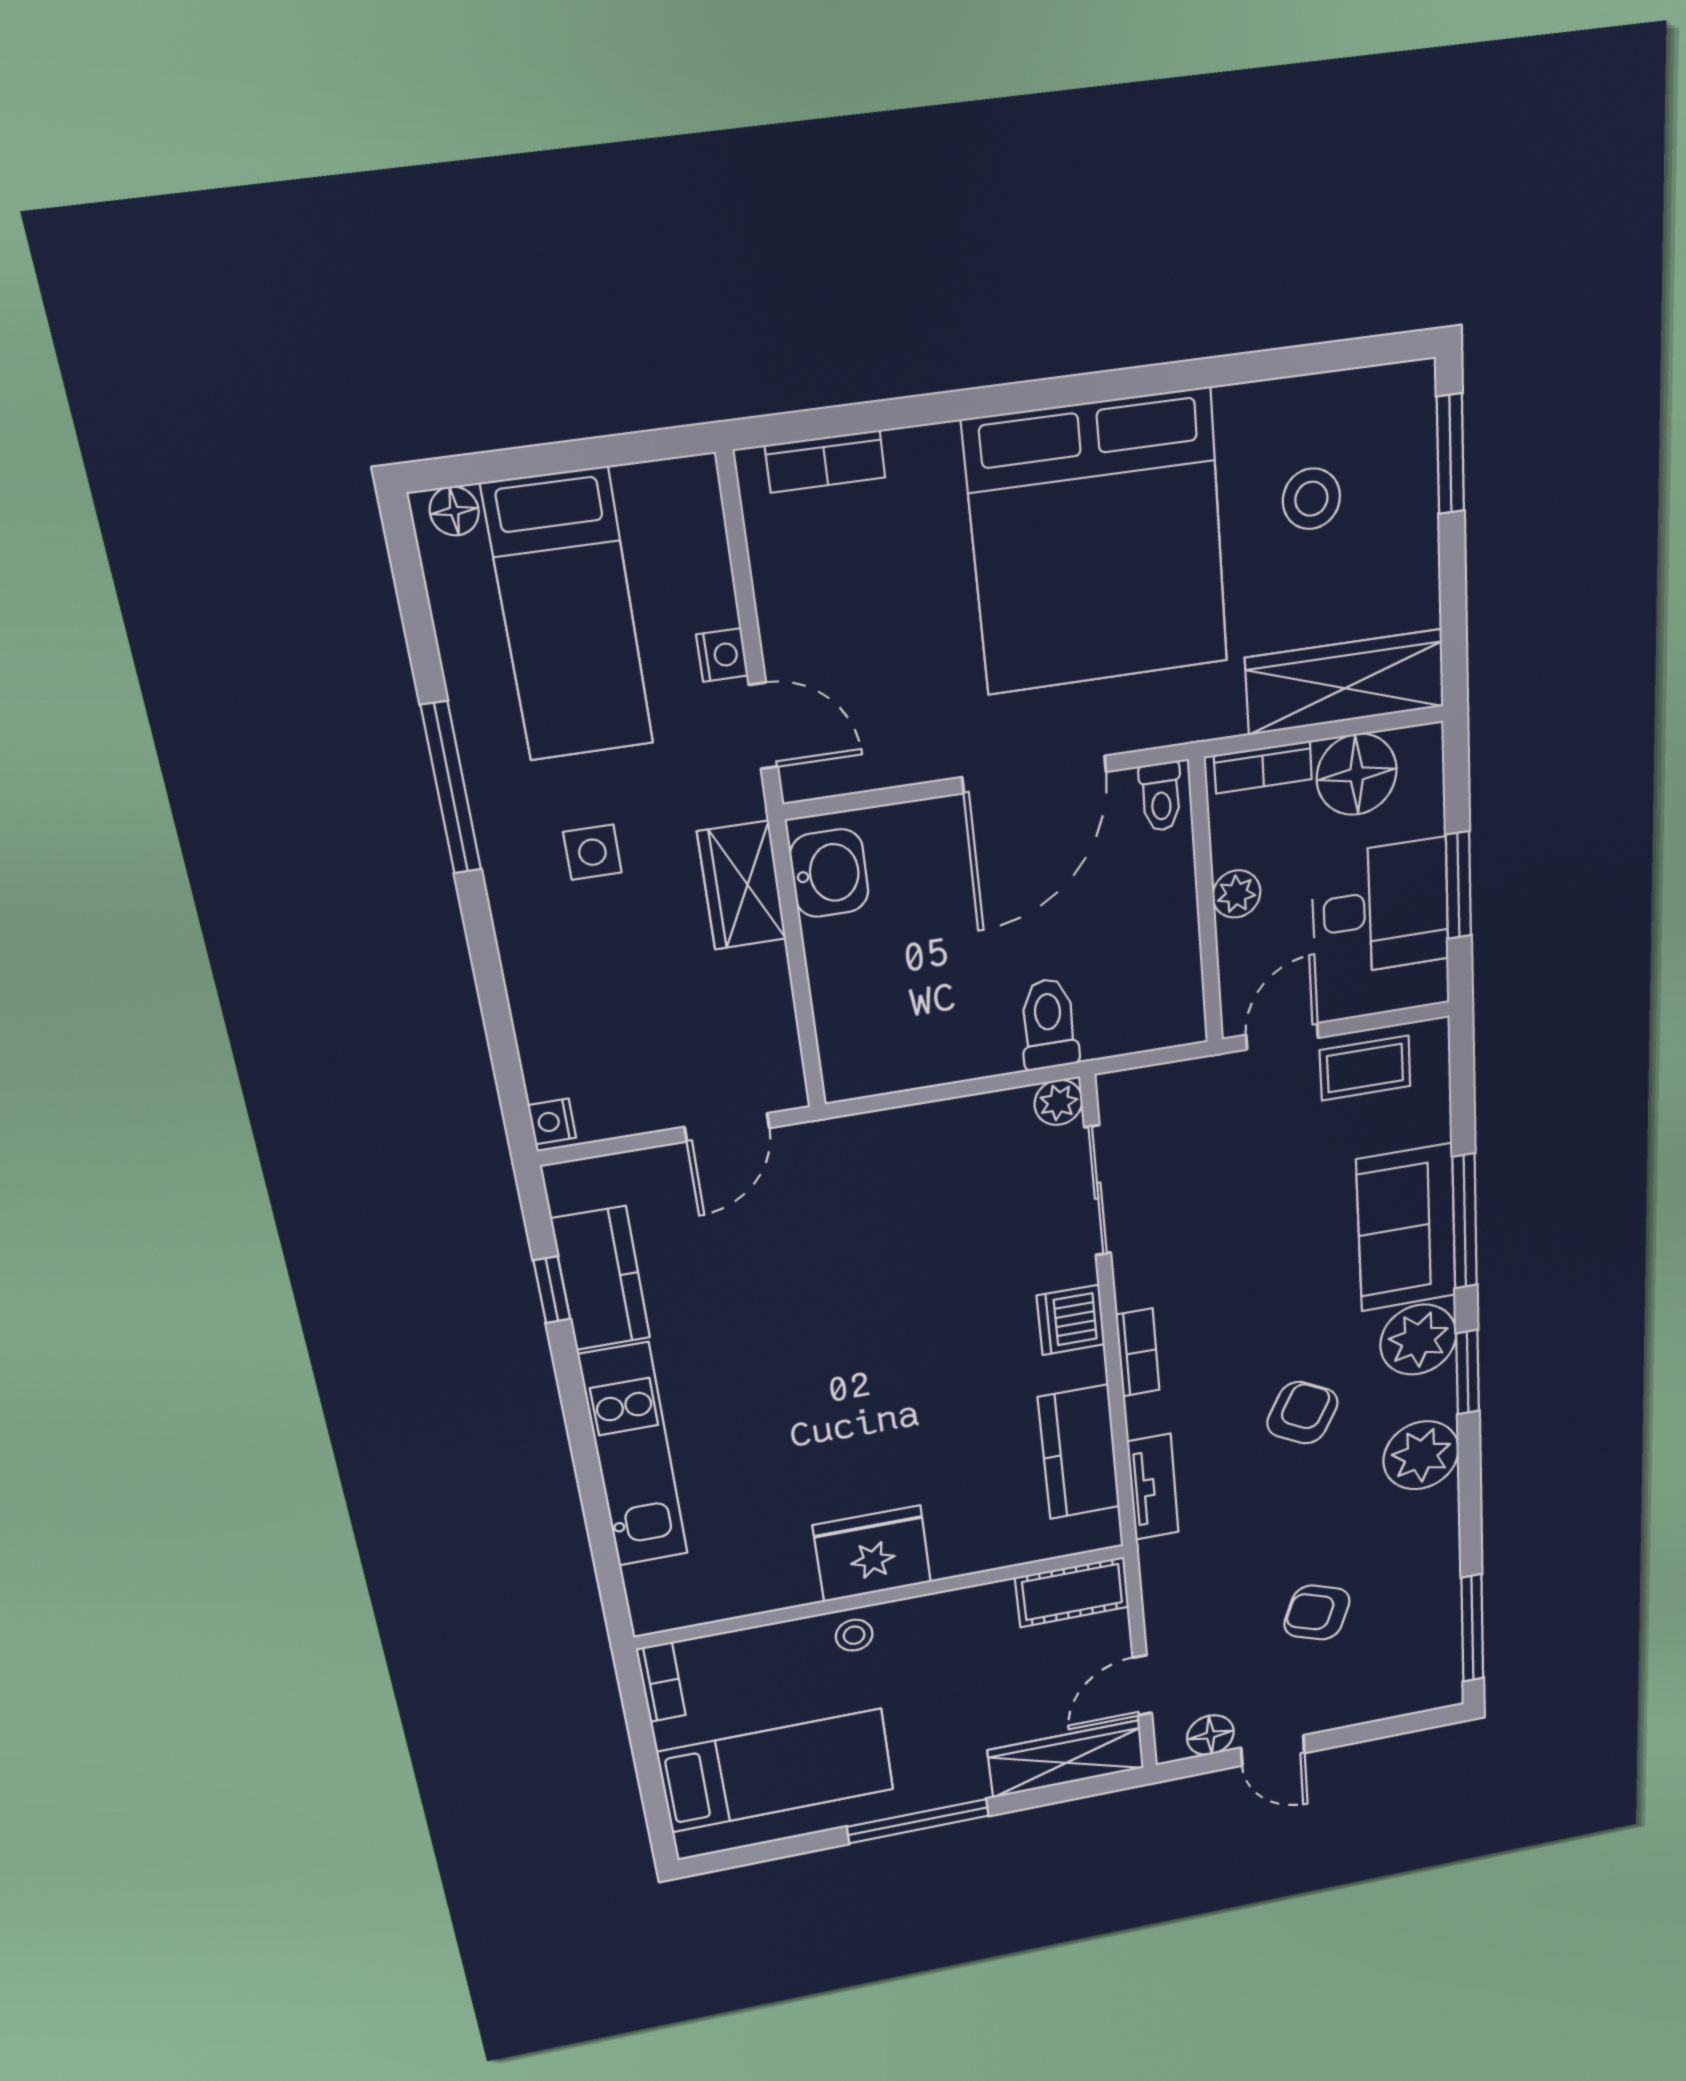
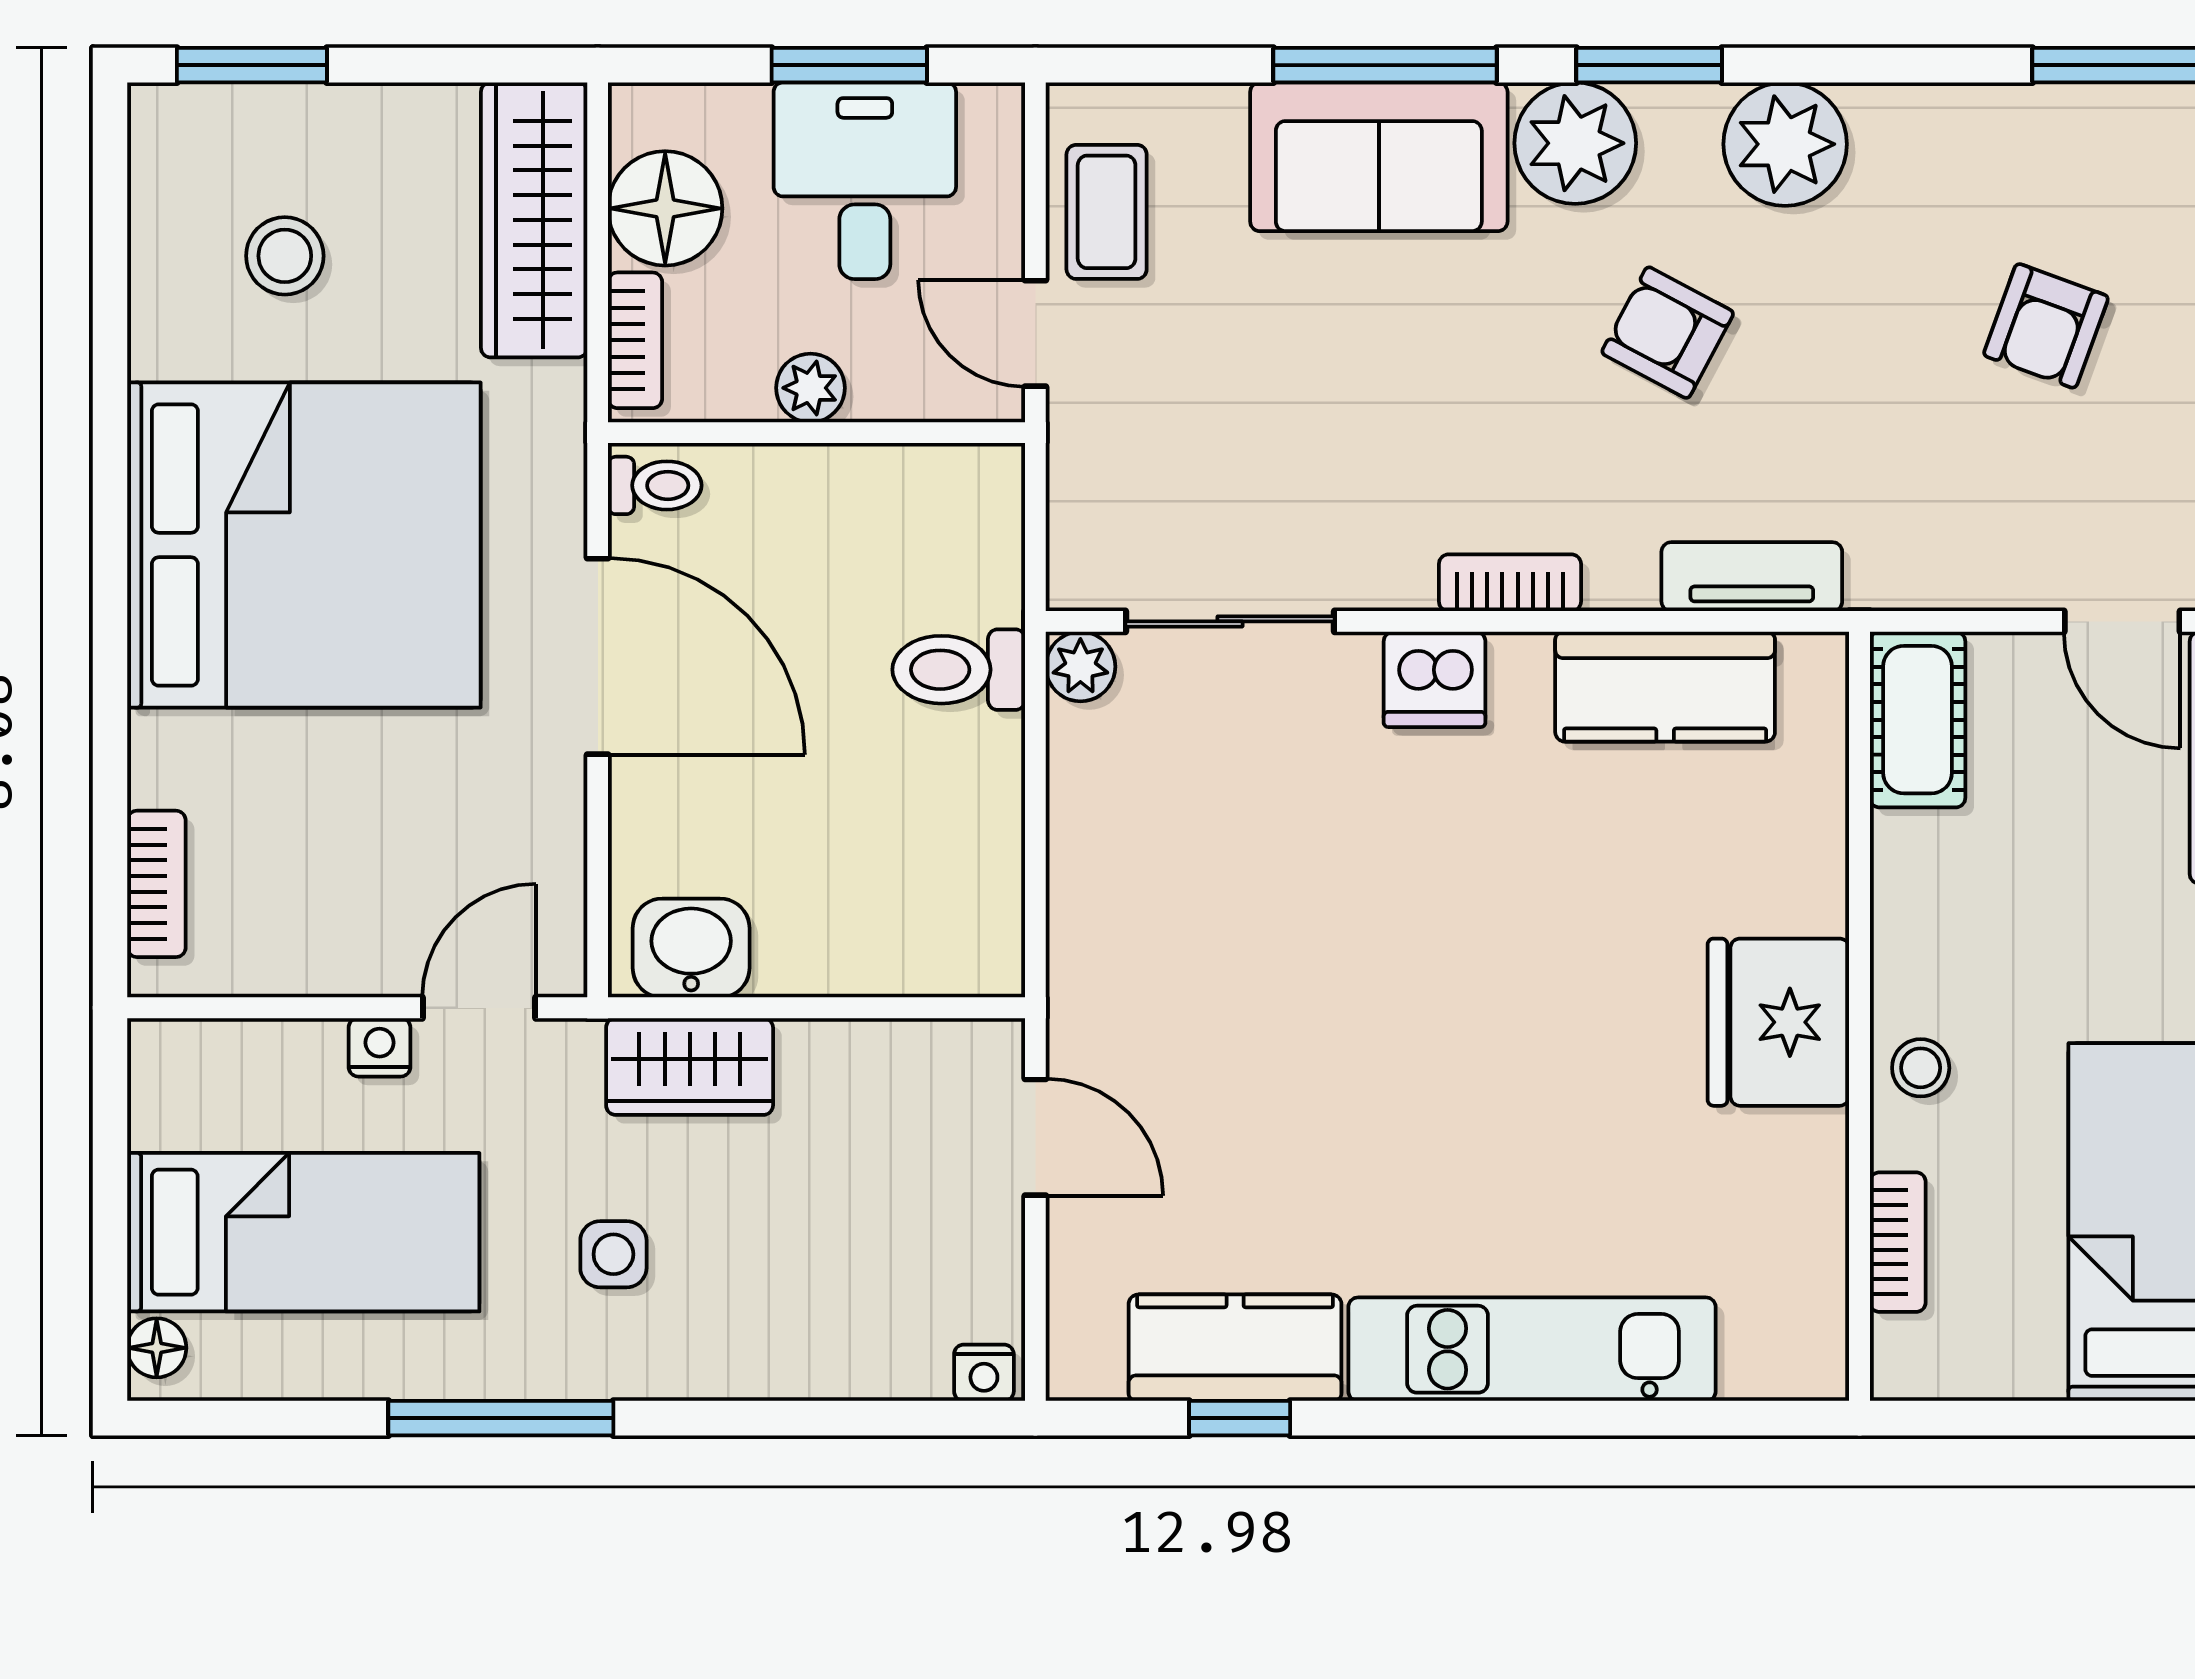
bookcase: (661, 1682) -> (1898, 1242), moved, turned 90

